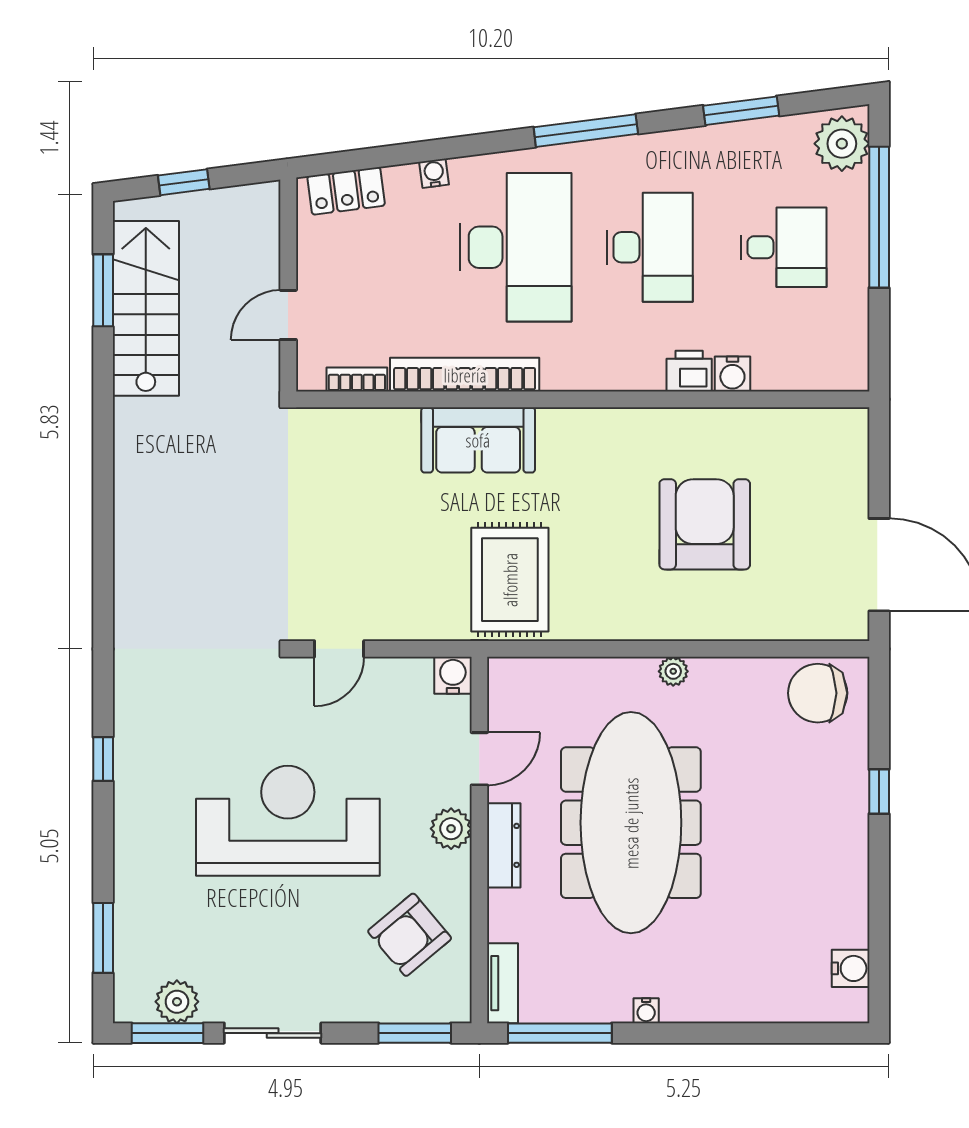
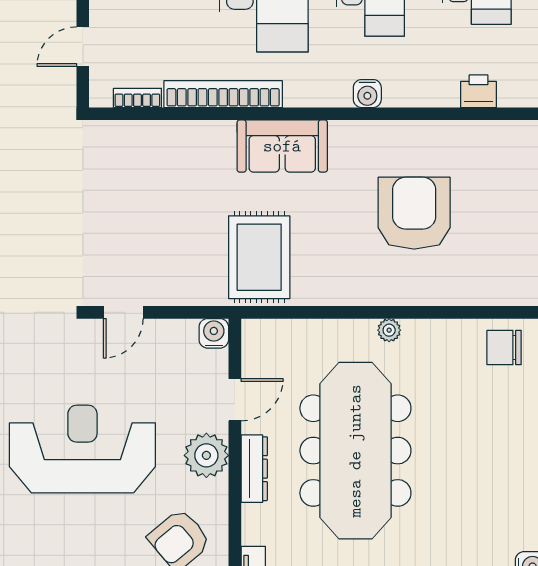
printer: (689, 371) -> (479, 91), moved
water cooler: (732, 374) -> (367, 94), moved
sofa: (478, 440) -> (282, 146), moved
chair: (818, 693) -> (504, 347), width x0.73, depth x0.73
plant: (451, 829) -> (206, 455), width x1.36, depth x1.36

